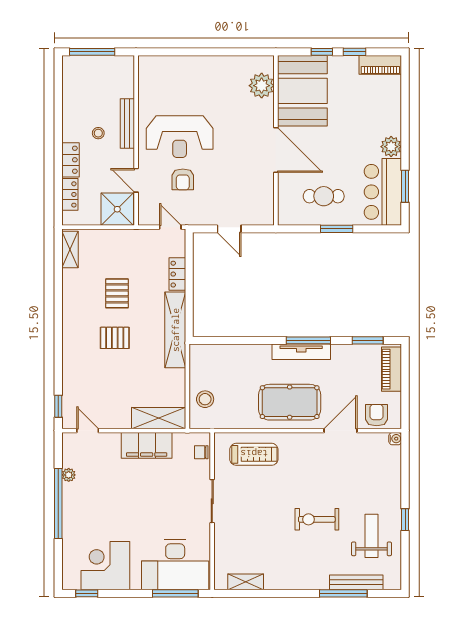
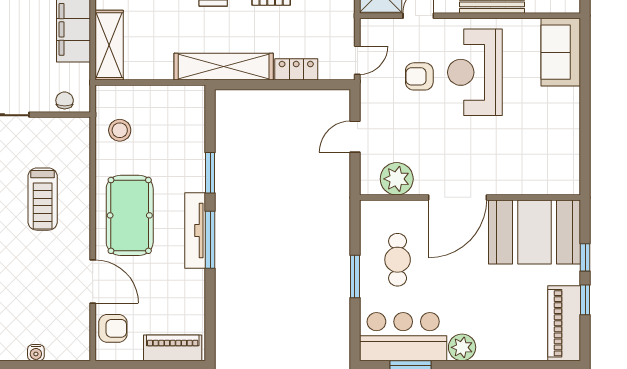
piano: (380, 65) -> (564, 323), width x1.37, depth x1.33
sofa: (164, 71) -> (561, 52), added
plant: (262, 86) -> (397, 179), moved
window: (368, 340) -> (210, 173), moved
stool: (205, 399) -> (120, 130), moved
water cooler: (395, 439) -> (36, 353), moved
treadmill: (254, 454) -> (43, 199), moved

